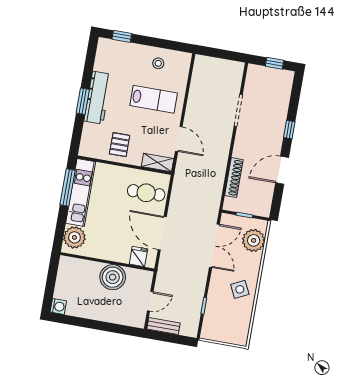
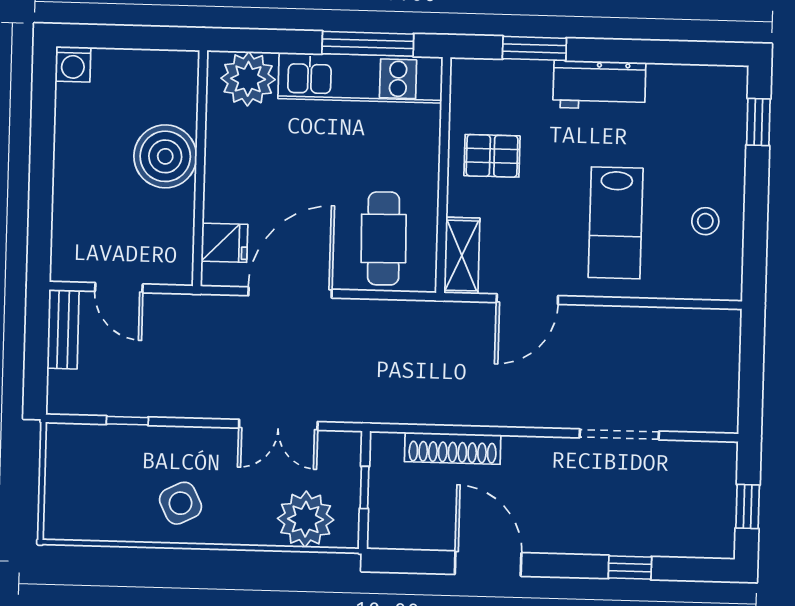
workbench: (98, 98) -> (599, 85), width x0.73
window: (83, 101) -> (534, 48), moved
window: (289, 130) -> (630, 568), moved
double door: (214, 246) -> (278, 425), width x0.73
boiler: (113, 277) -> (165, 156), moved

